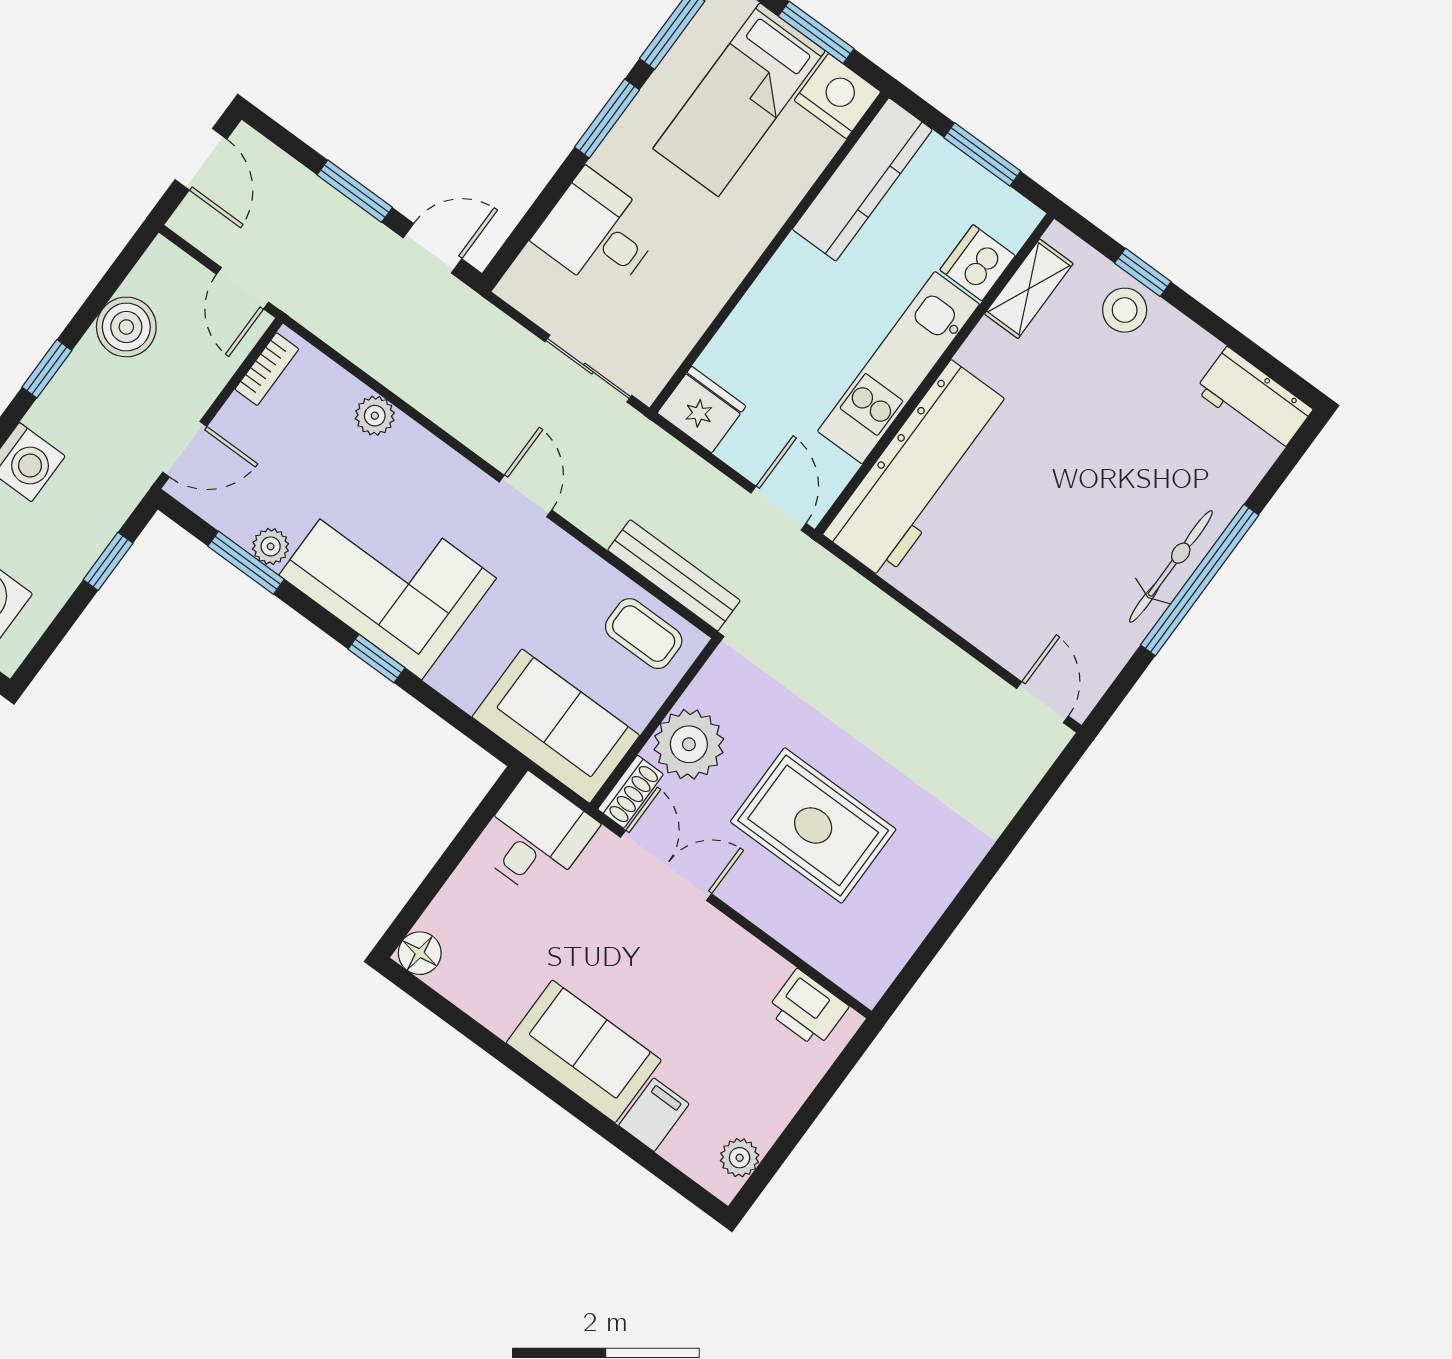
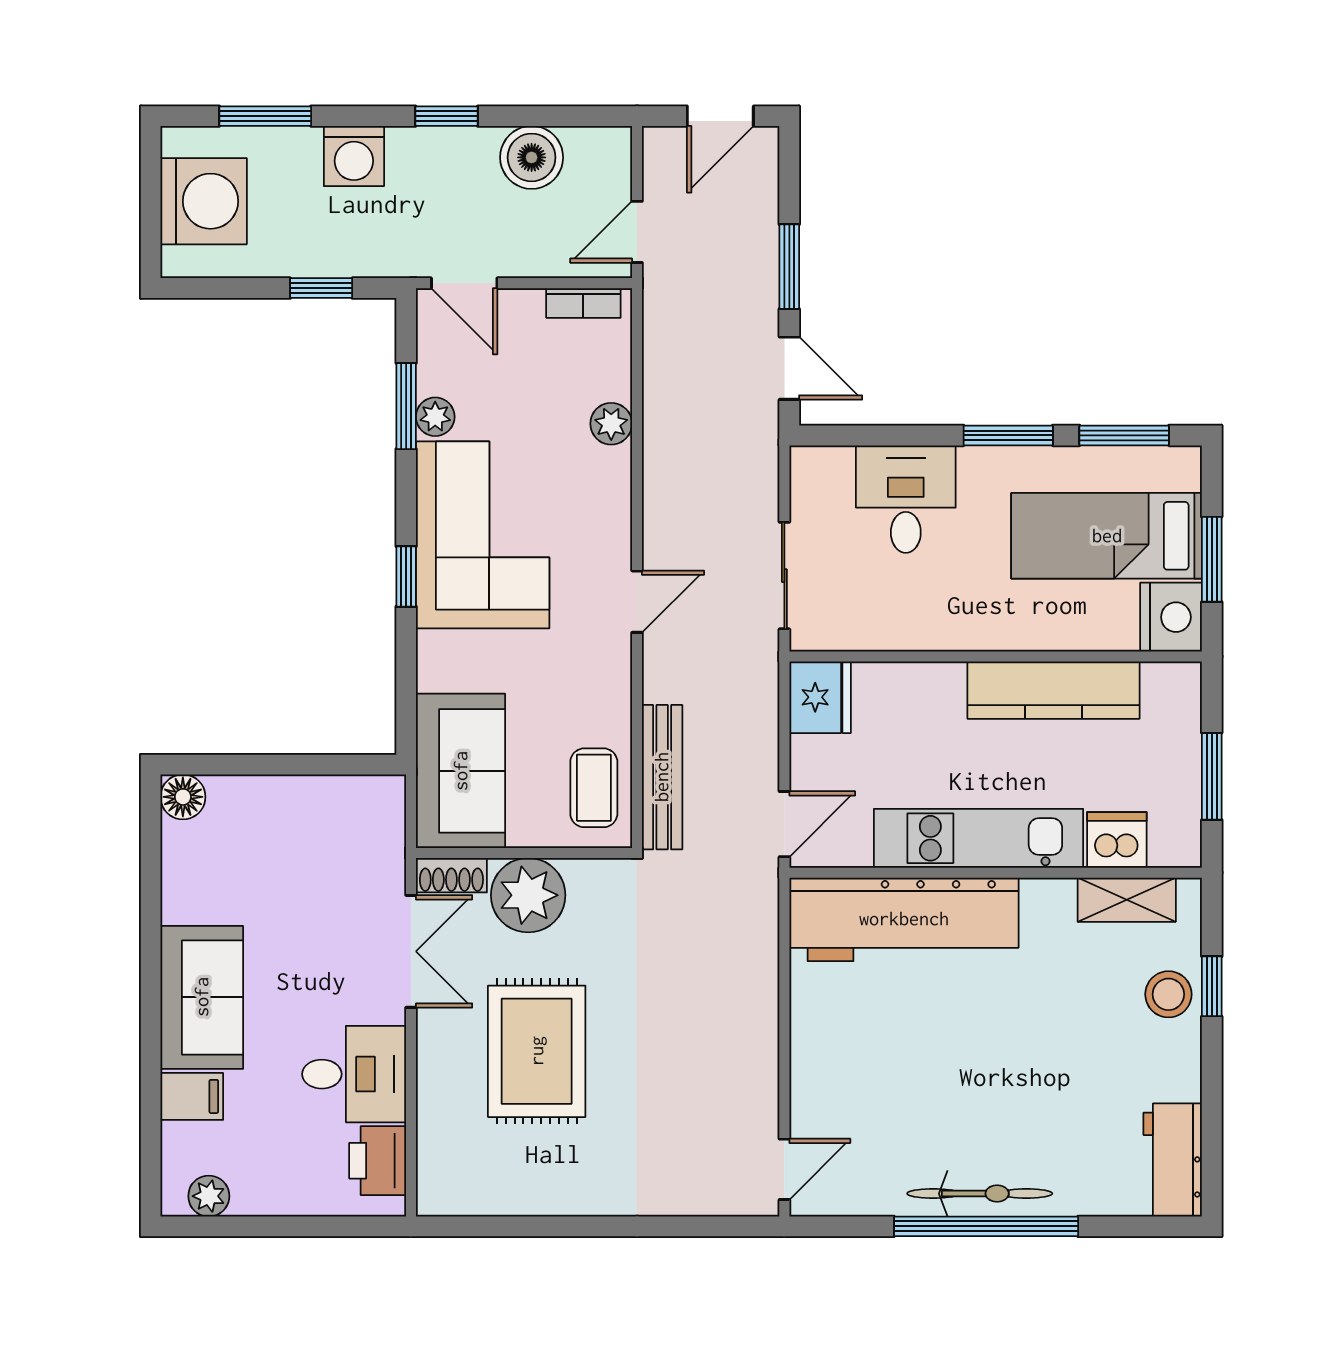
kitchen counter: (862, 179) -> (1053, 690), moved
desk: (536, 837) -> (354, 1074), moved

